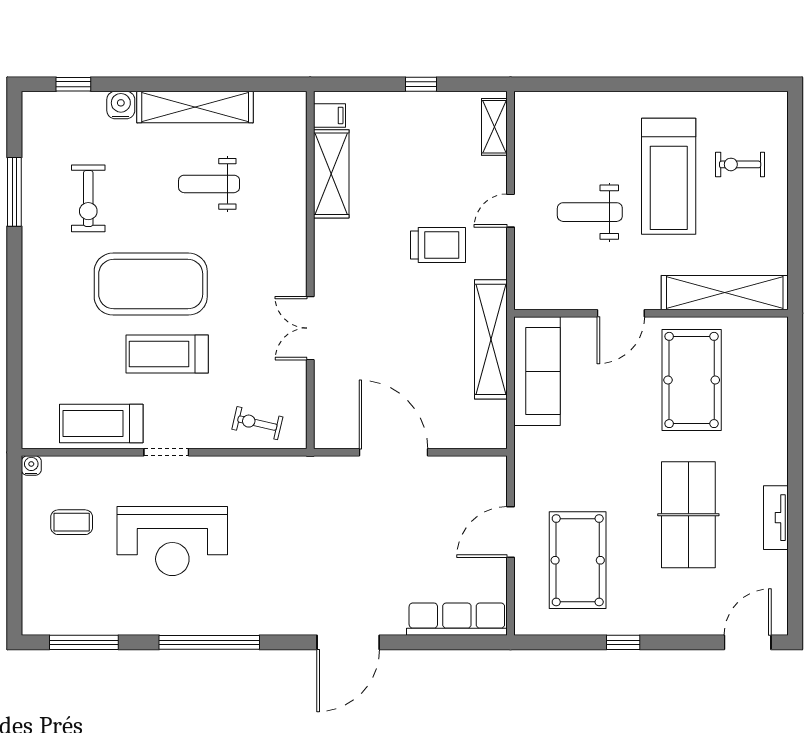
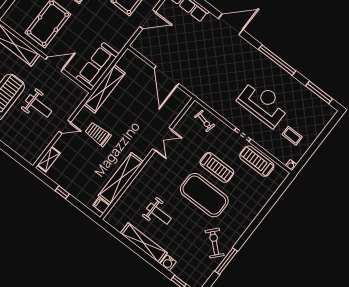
shelving: (331, 174) -> (121, 179), width x1.47
exercise bike: (88, 198) -> (215, 243), moved, turned -48
treadmill: (101, 424) -> (257, 161), turned 180

